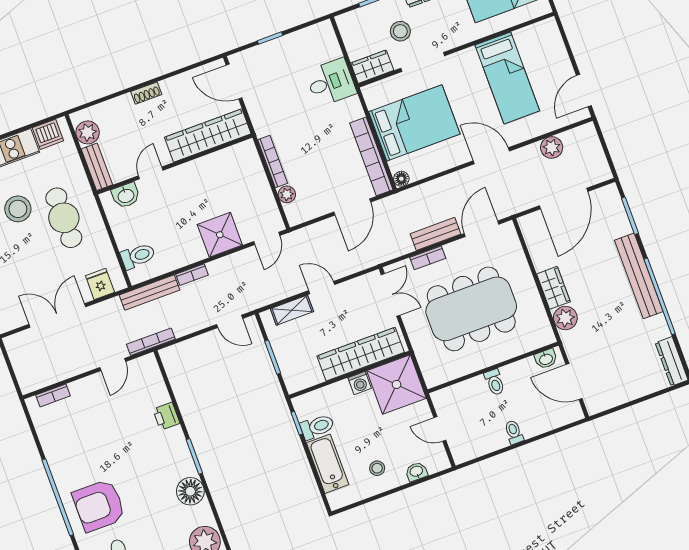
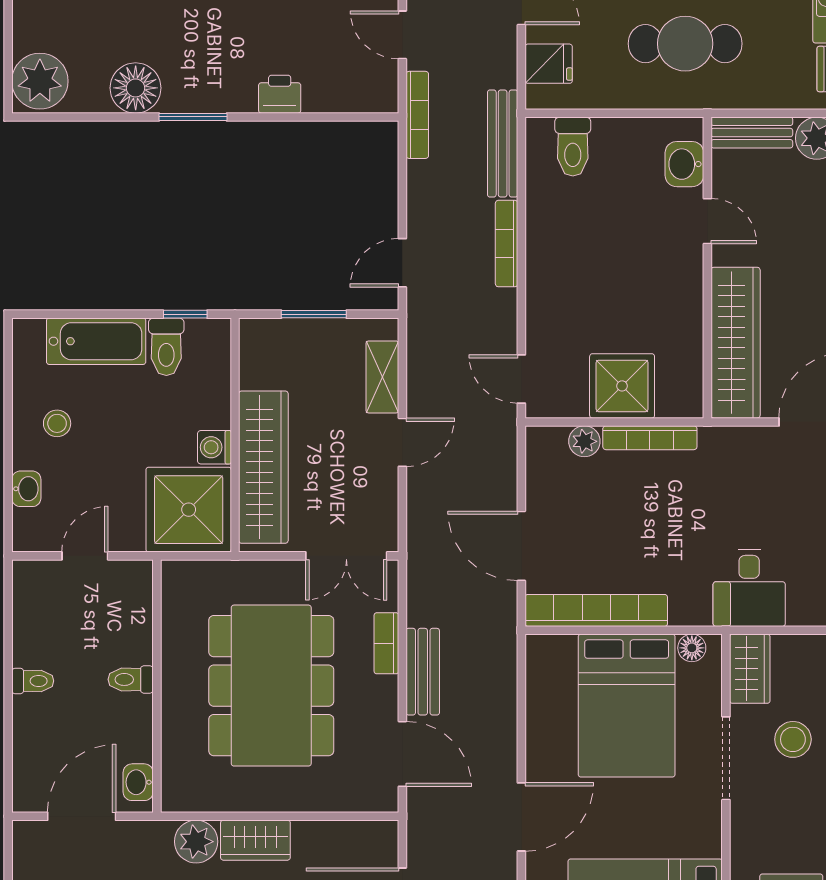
floor lamp: (401, 179) -> (692, 648), moved
shower: (220, 235) -> (622, 386), moved
bookcase: (192, 275) -> (507, 244), width x1.56

